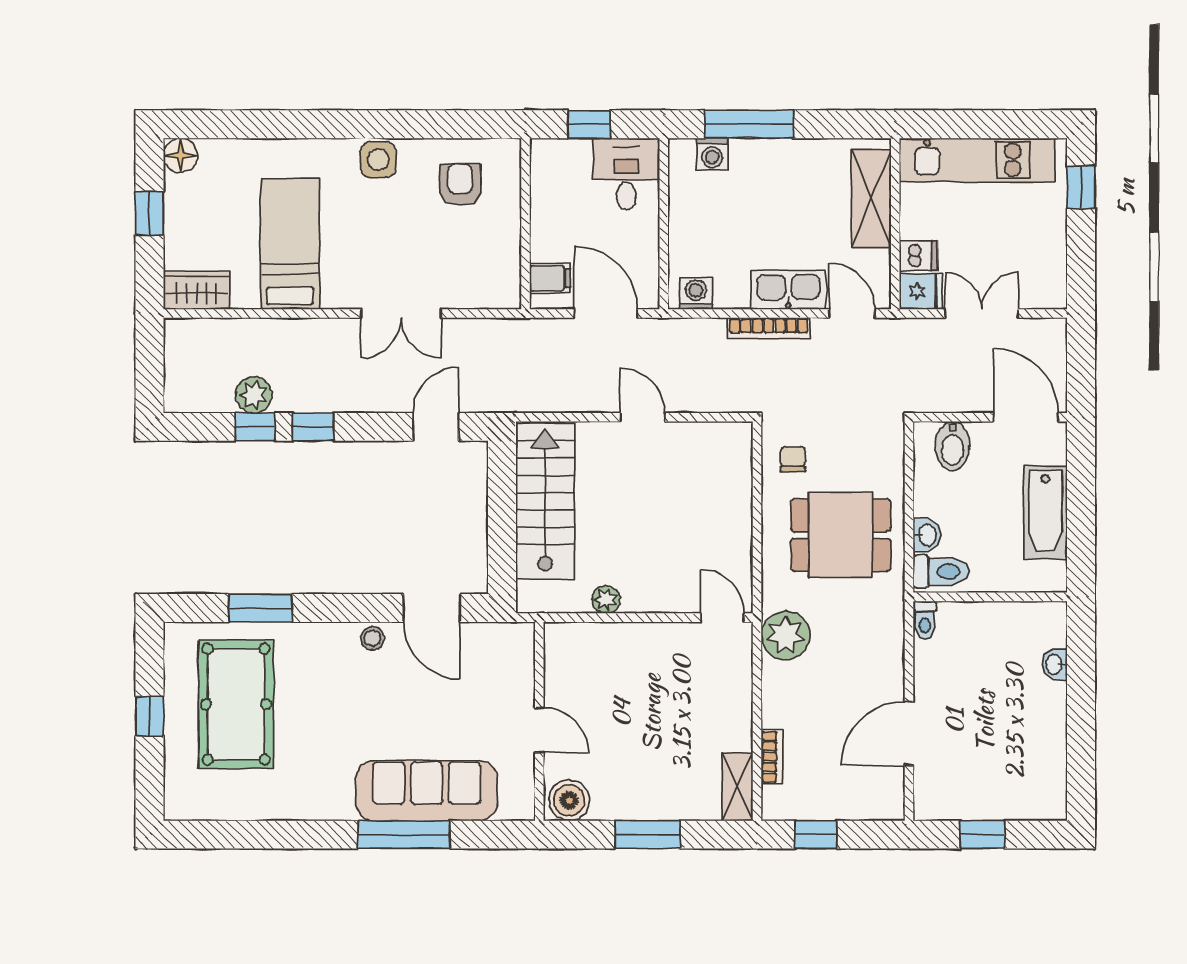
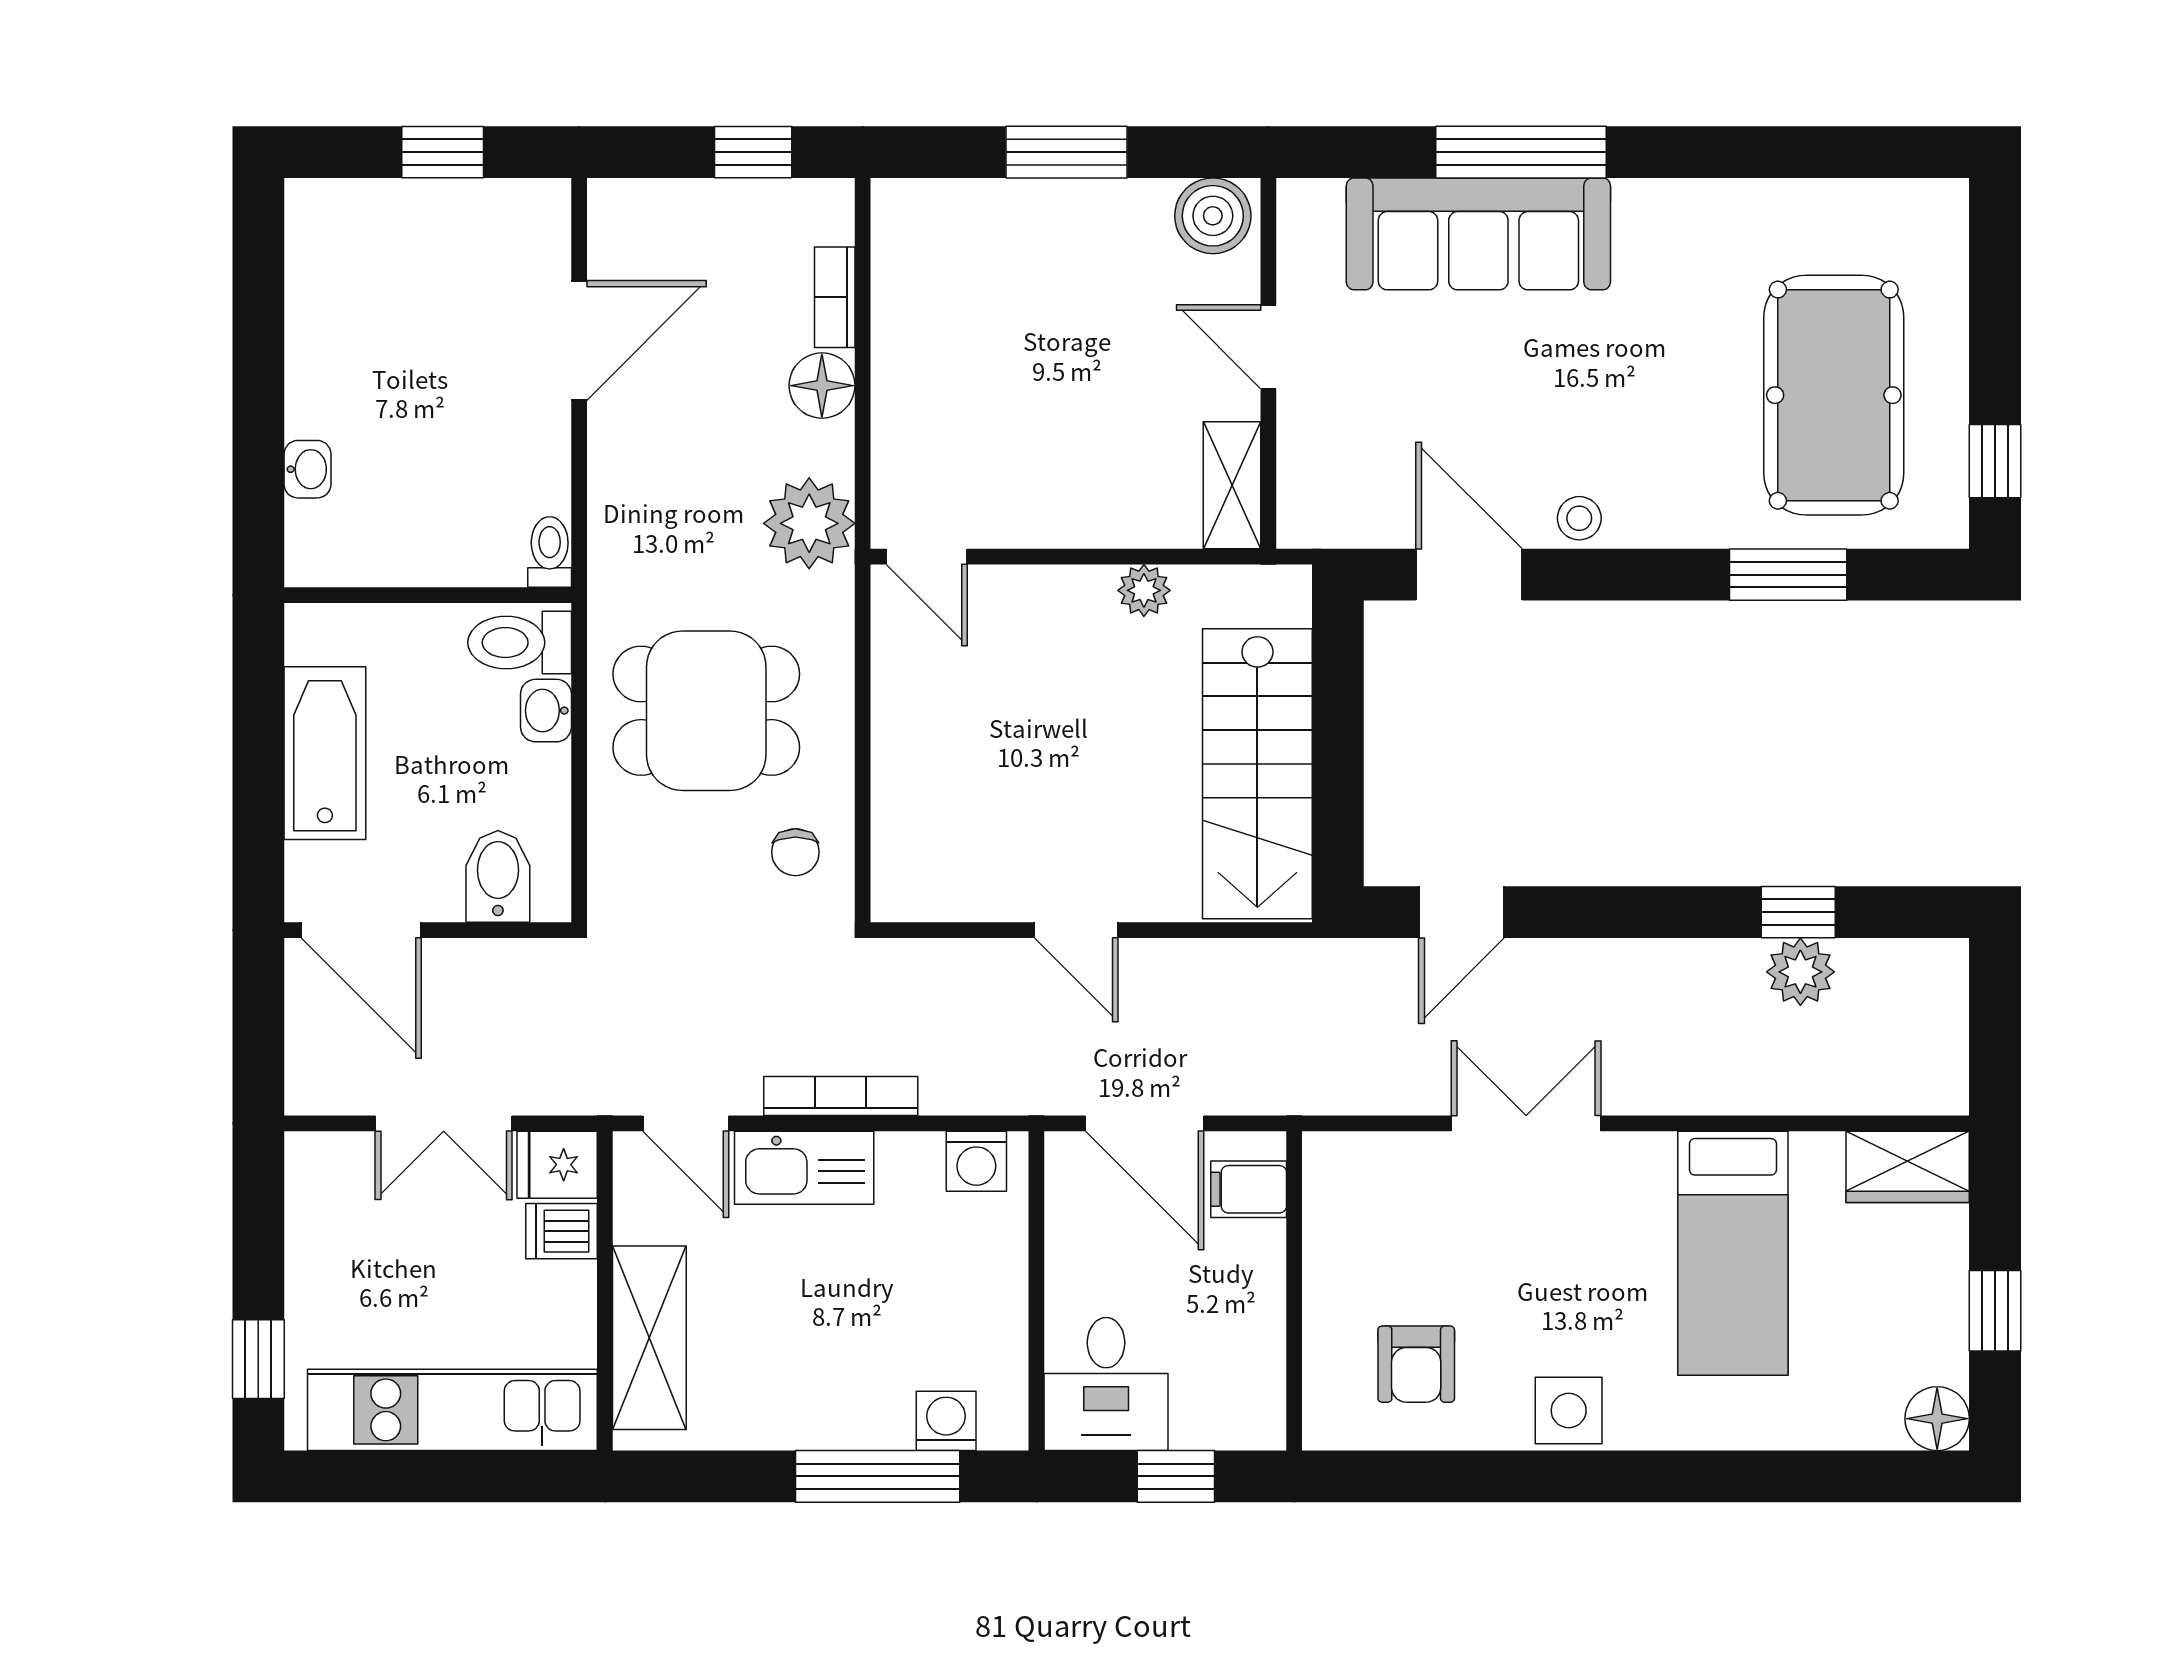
window: (313, 427) -> (1690, 912), removed
floor lamp: (779, 709) -> (822, 386), added
window: (150, 716) -> (1995, 461), moved
shelving: (737, 787) -> (1232, 485), moved

